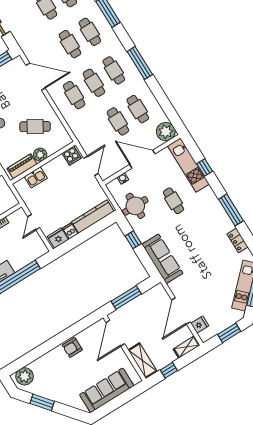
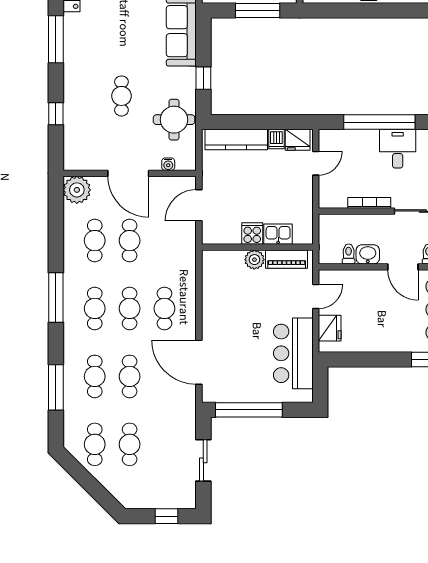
cafe table: (35, 127) -> (239, 299), removed
cooker: (72, 156) -> (252, 234), moved
kitchen unit: (188, 165) -> (75, 130), removed
door: (34, 222) -> (316, 163), moved

